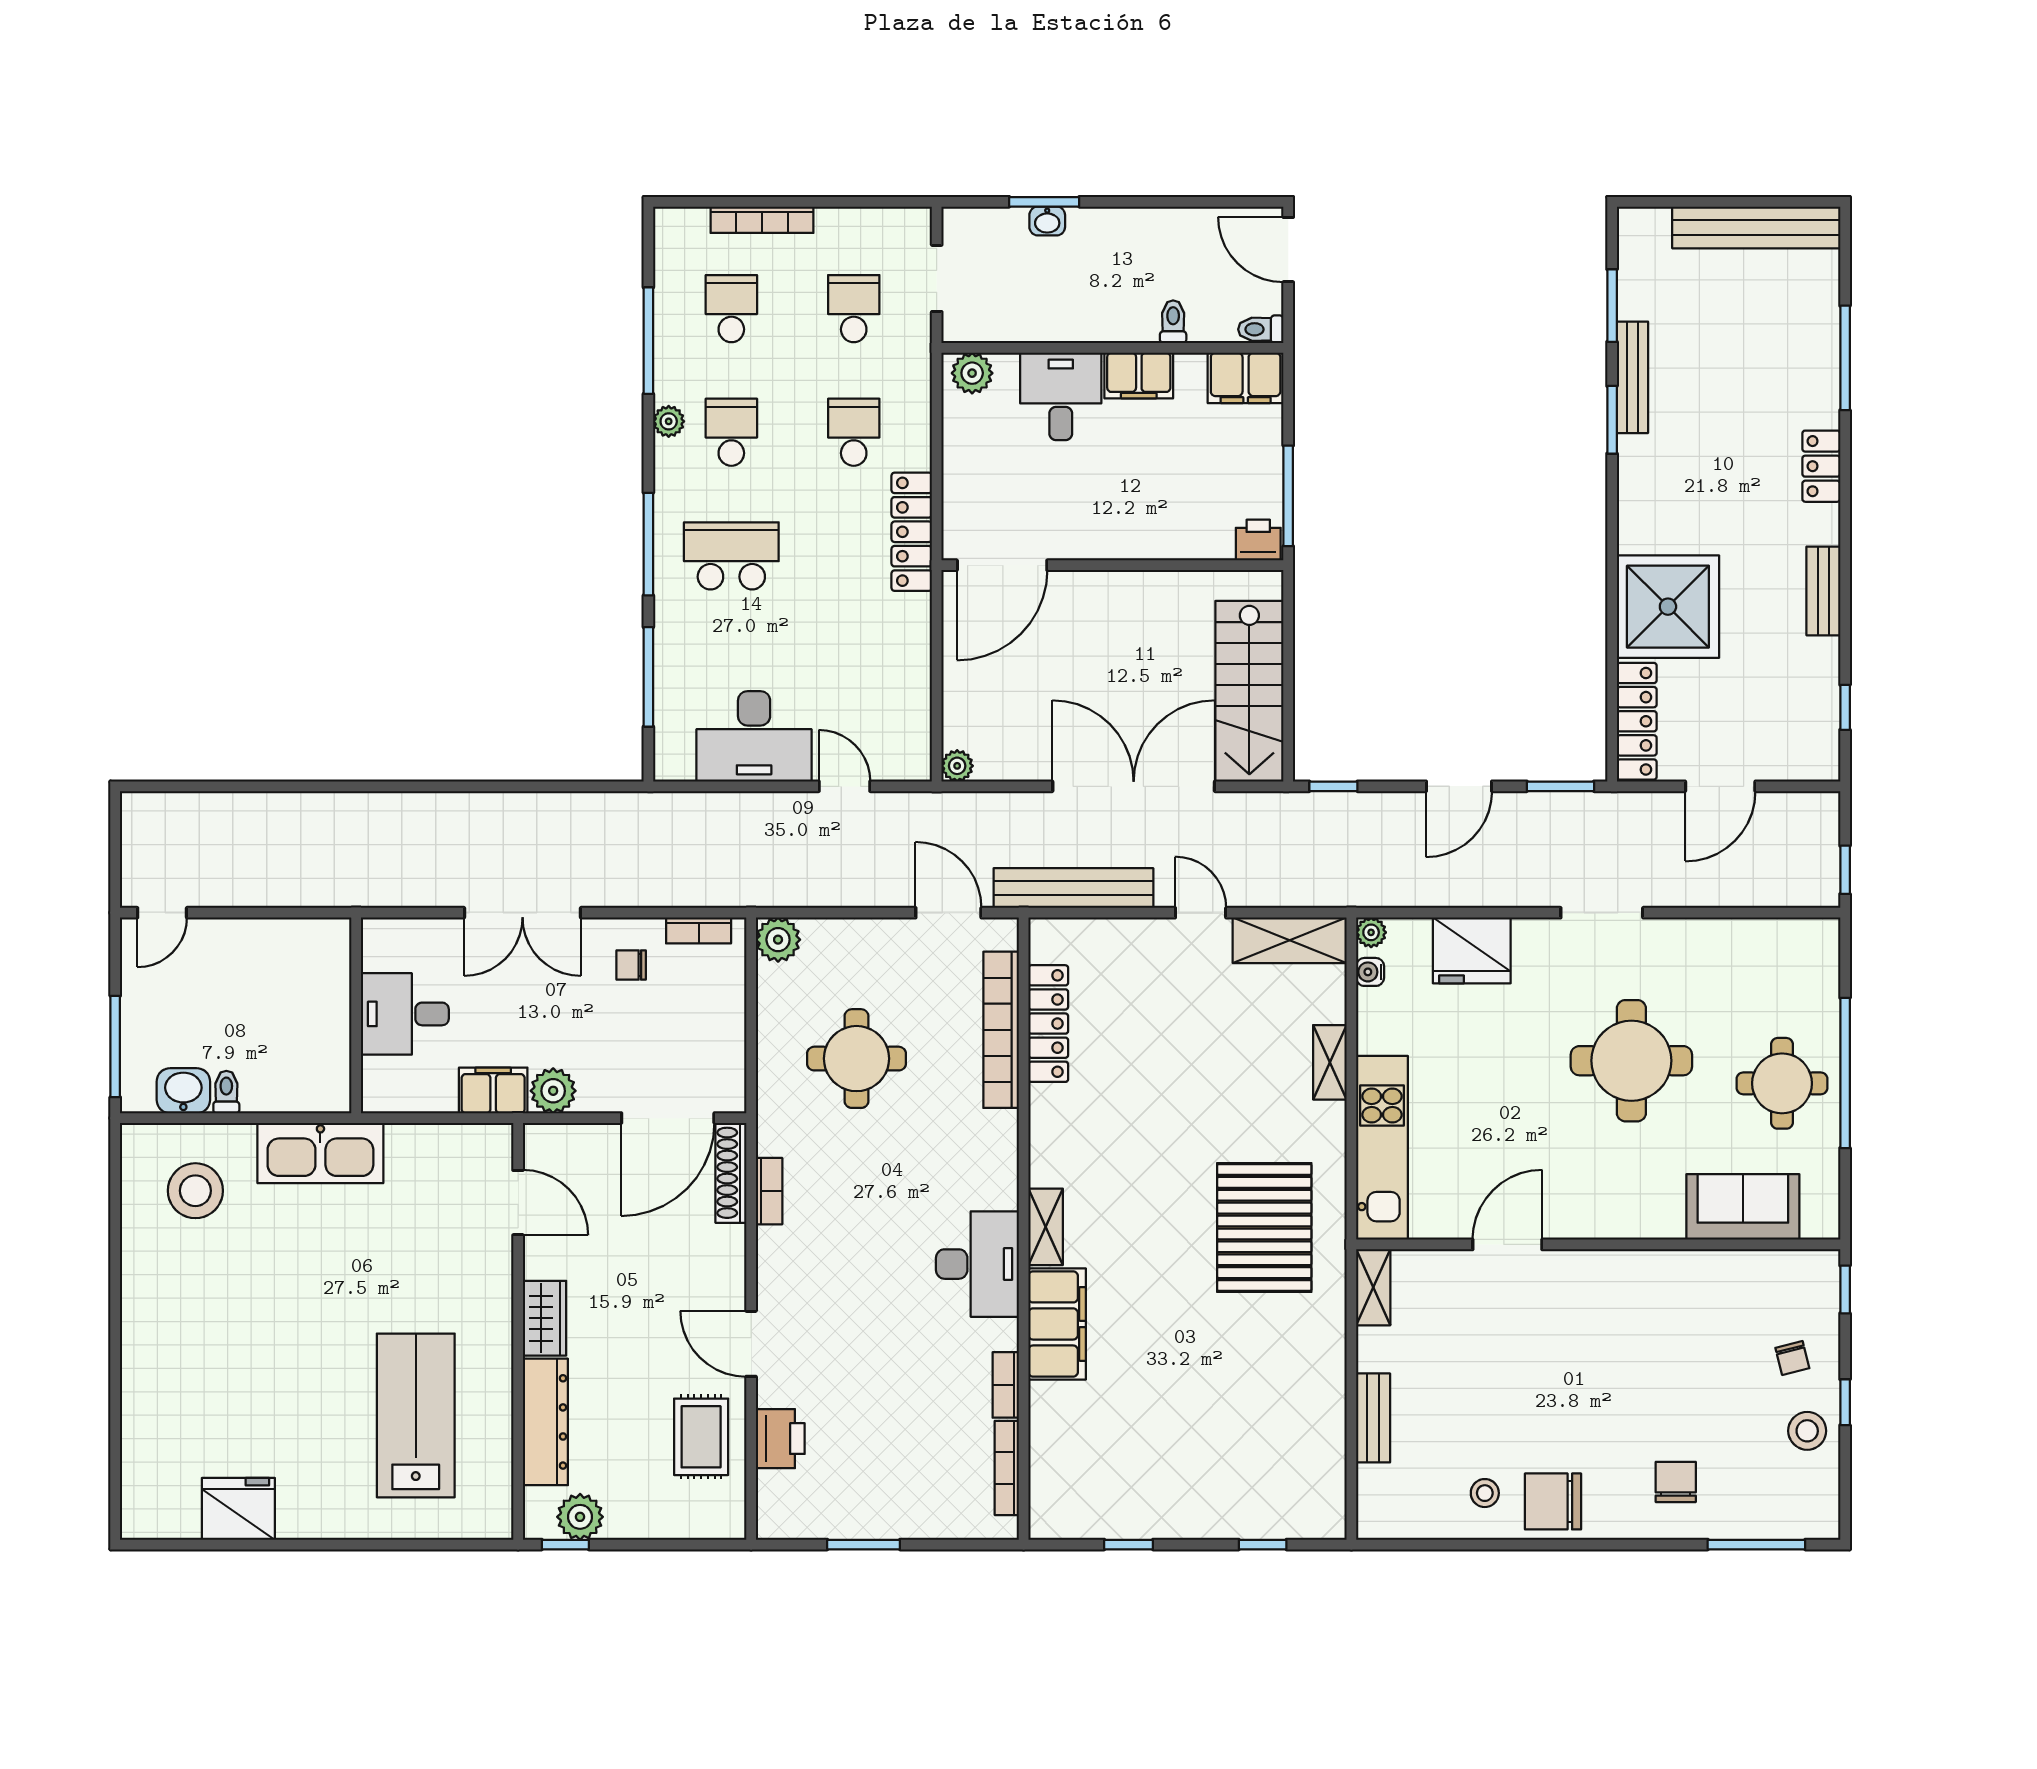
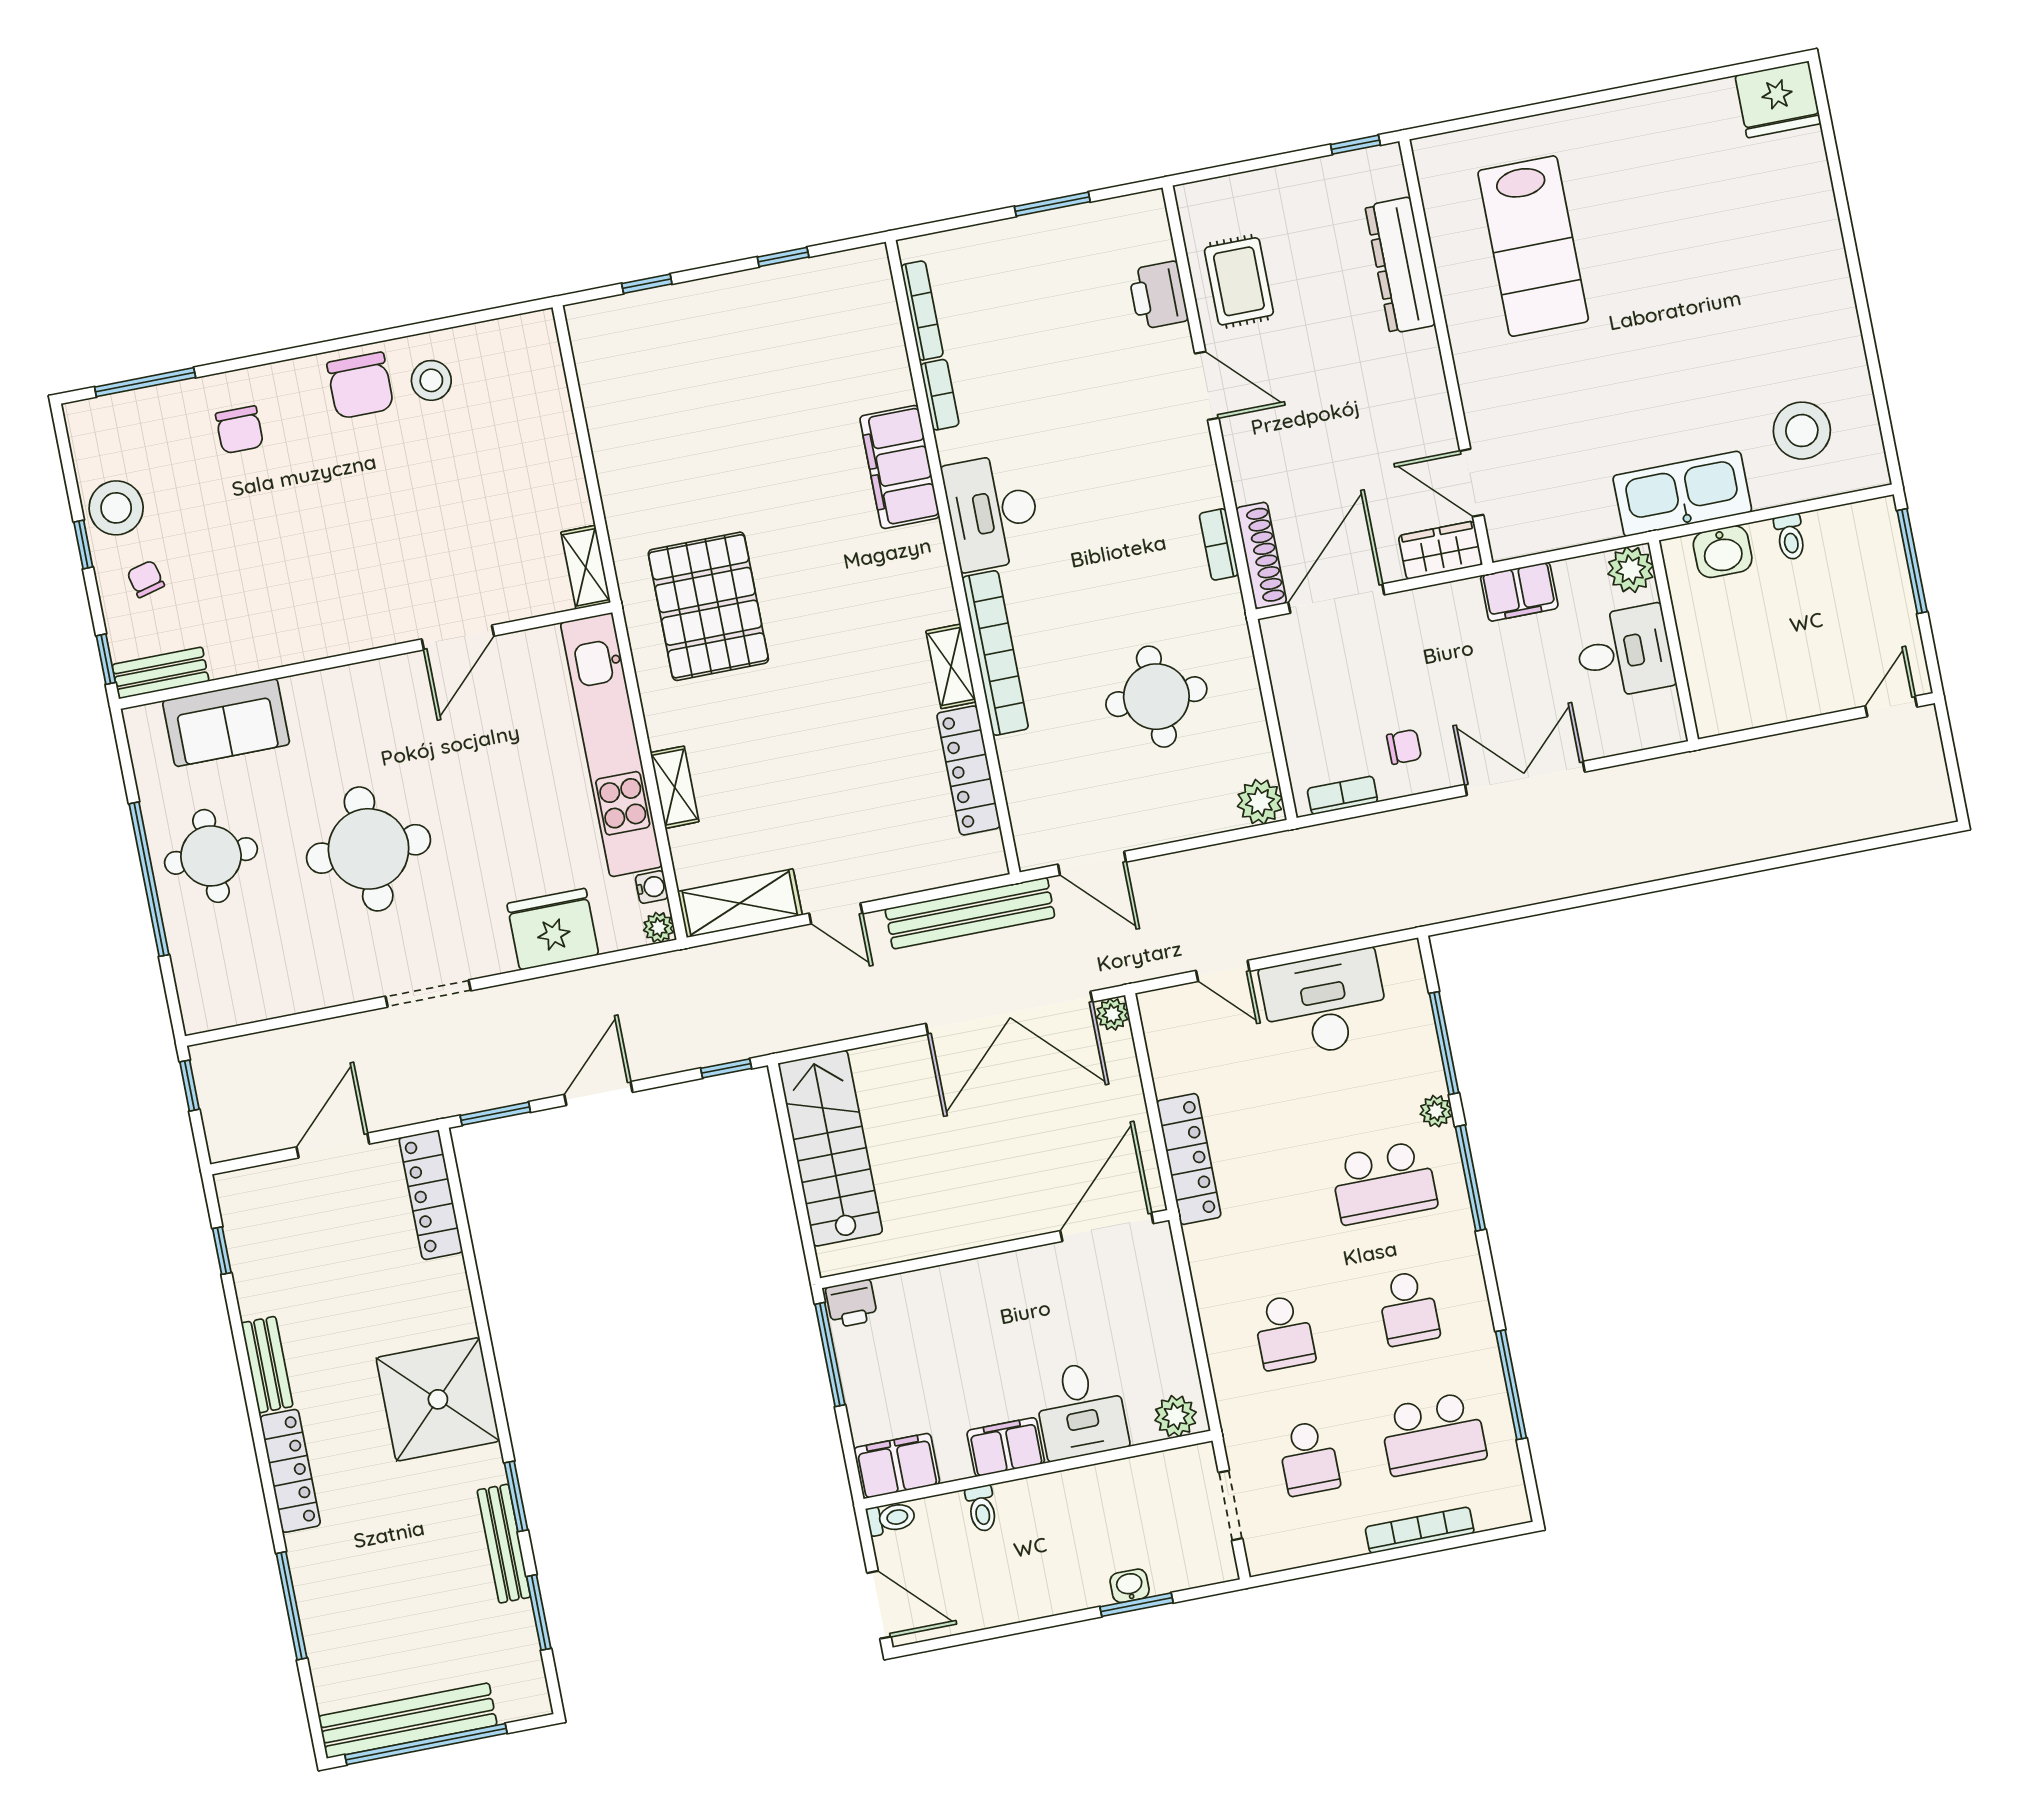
window: (1743, 202) -> (426, 1744), added
school desk: (731, 309) -> (1433, 1434), width x1.85
plant: (669, 421) -> (1436, 1111), moved
locker: (1821, 466) -> (290, 1471), width x1.53
locker: (912, 532) -> (1189, 1159), moved
shower: (1668, 607) -> (438, 1399), moved
double door: (1134, 786) -> (1009, 1013), moved
bookcase: (1001, 1030) -> (995, 653), moved
washbasin: (183, 1091) -> (1723, 552), moved
plant: (553, 1091) -> (1631, 570), moved
kitchen unit: (1382, 1148) -> (611, 745), width x1.36
shelving: (1046, 1227) -> (951, 666), moved
wardrobe: (544, 1318) -> (1440, 550), moved, turned 90
bench: (1373, 1418) -> (161, 673), moved, turned 90
stool: (1807, 1431) -> (116, 508), width x1.38, depth x1.38
stool: (1485, 1493) -> (431, 380), width x1.37, depth x1.37
chair: (1553, 1501) -> (360, 385), turned 90
fridge: (238, 1509) -> (1778, 99), moved
plant: (580, 1517) -> (1346, 176), removed

